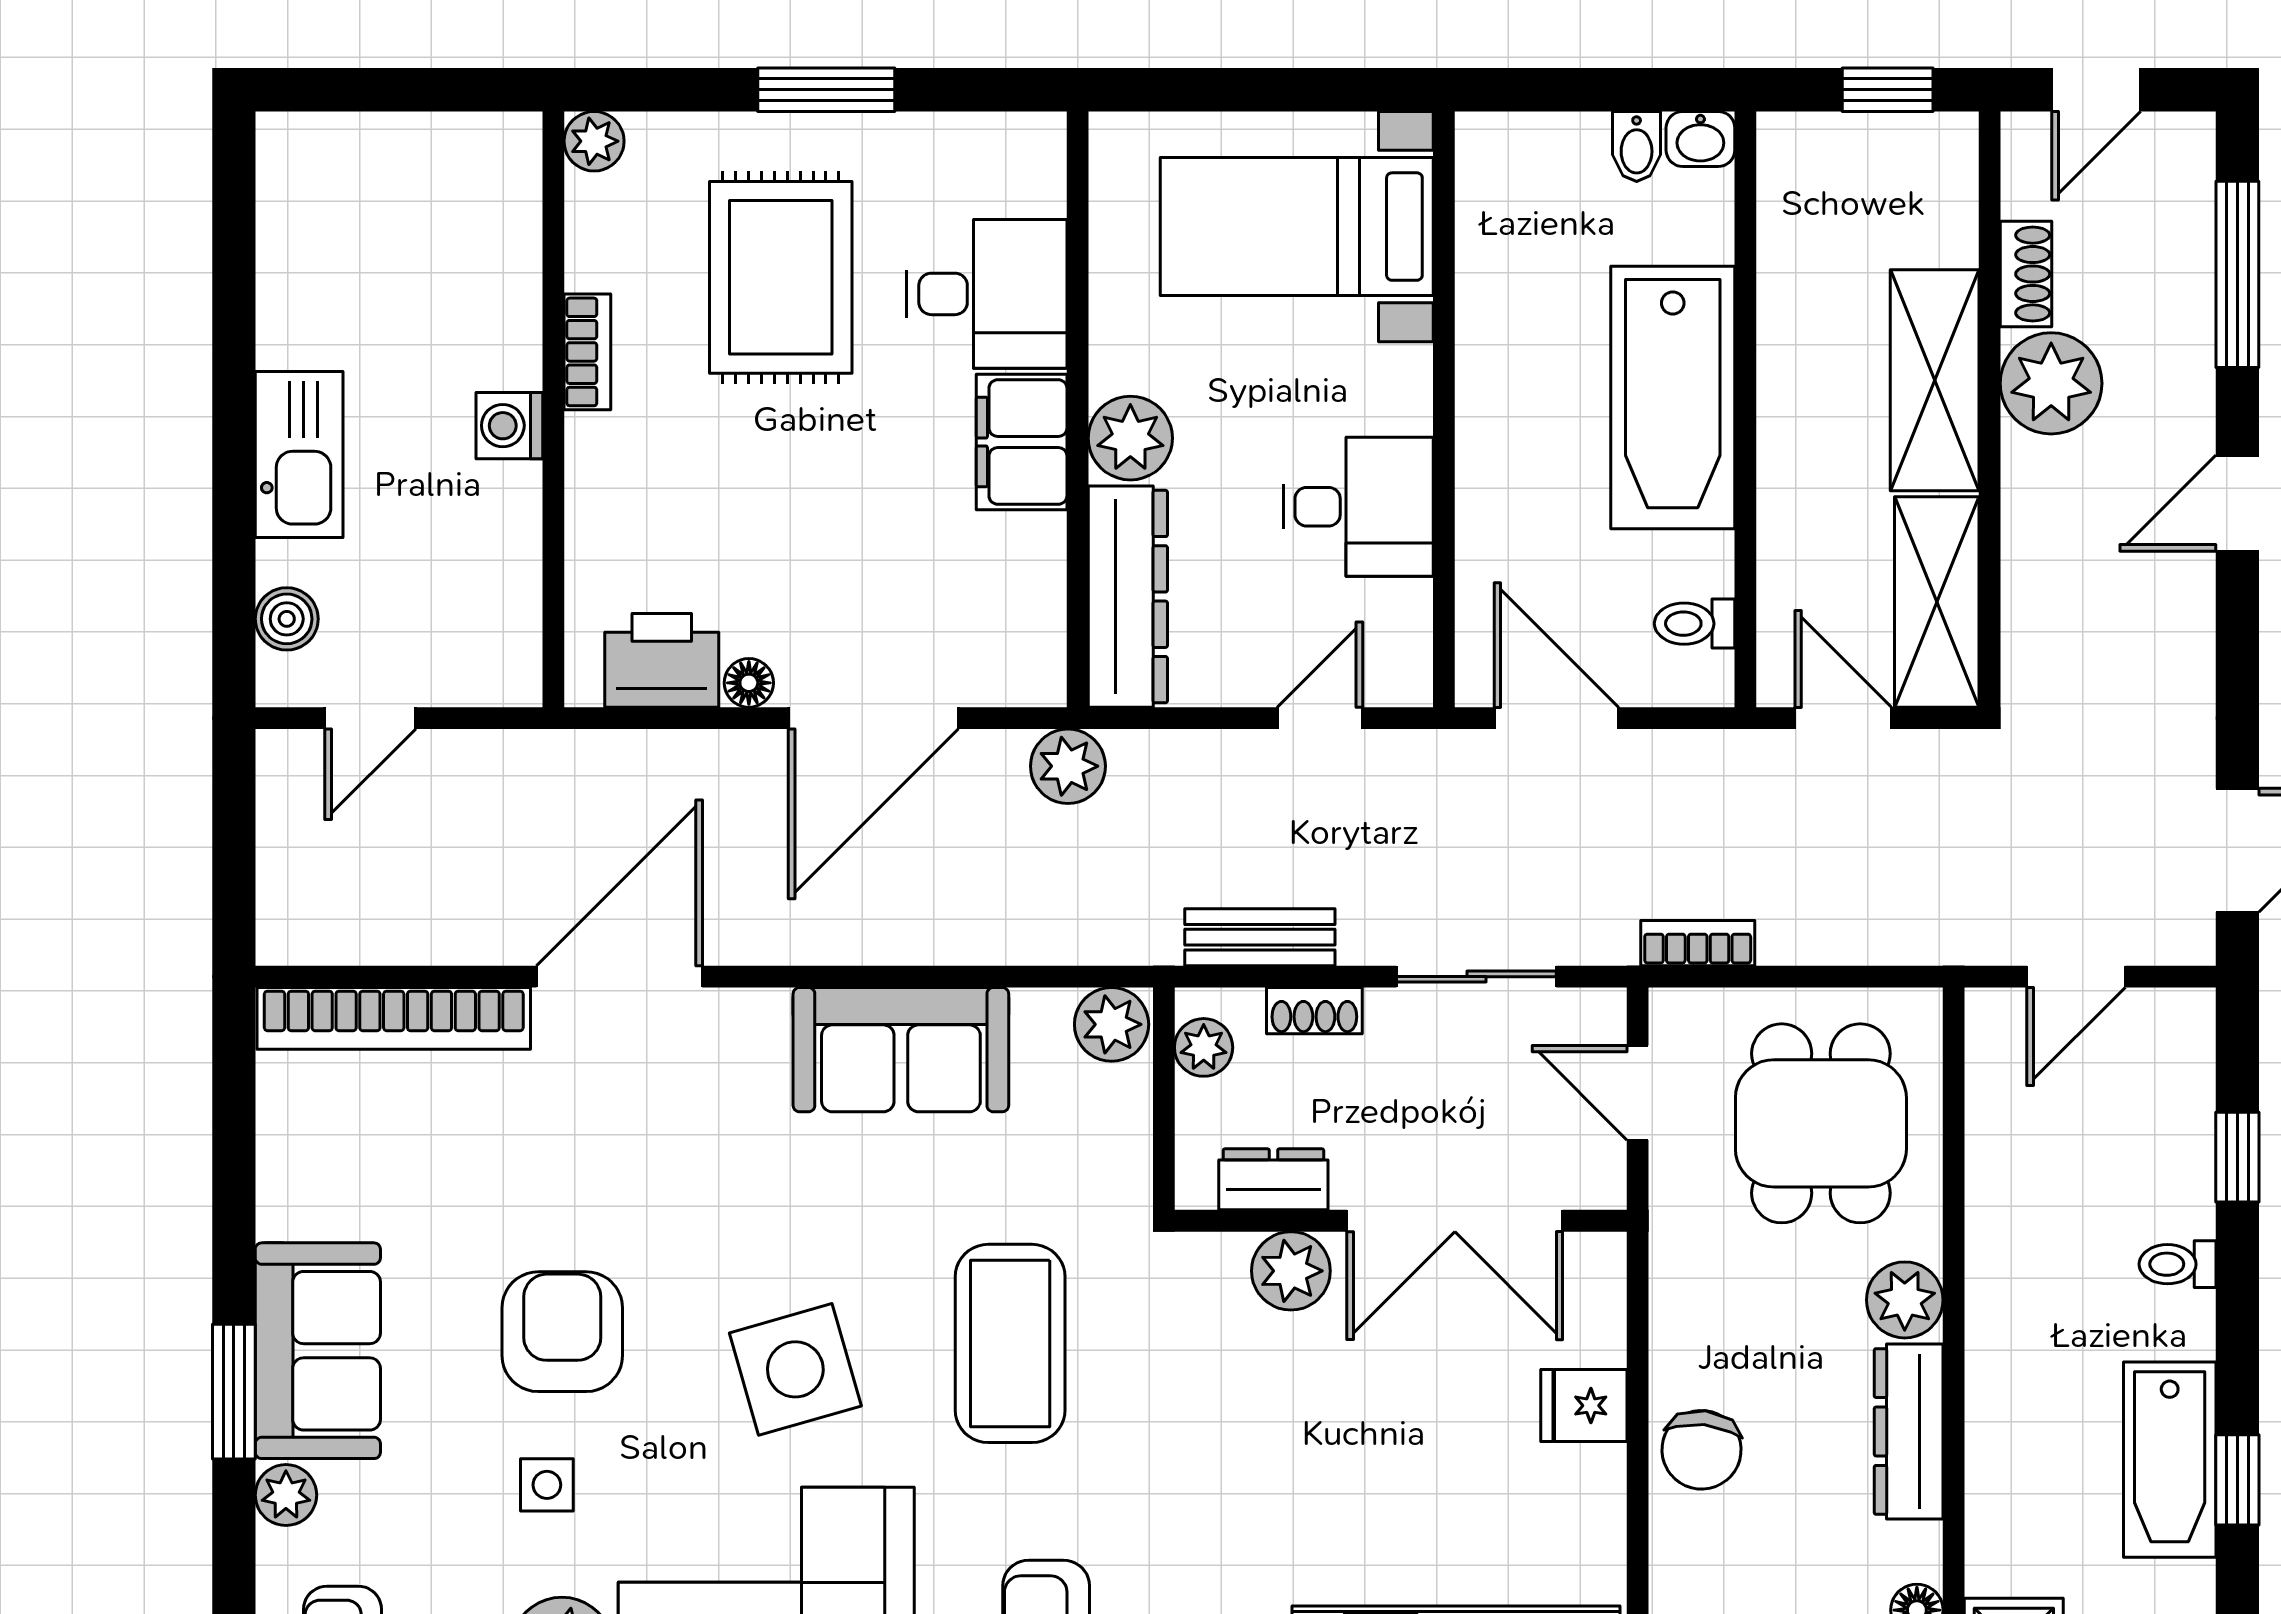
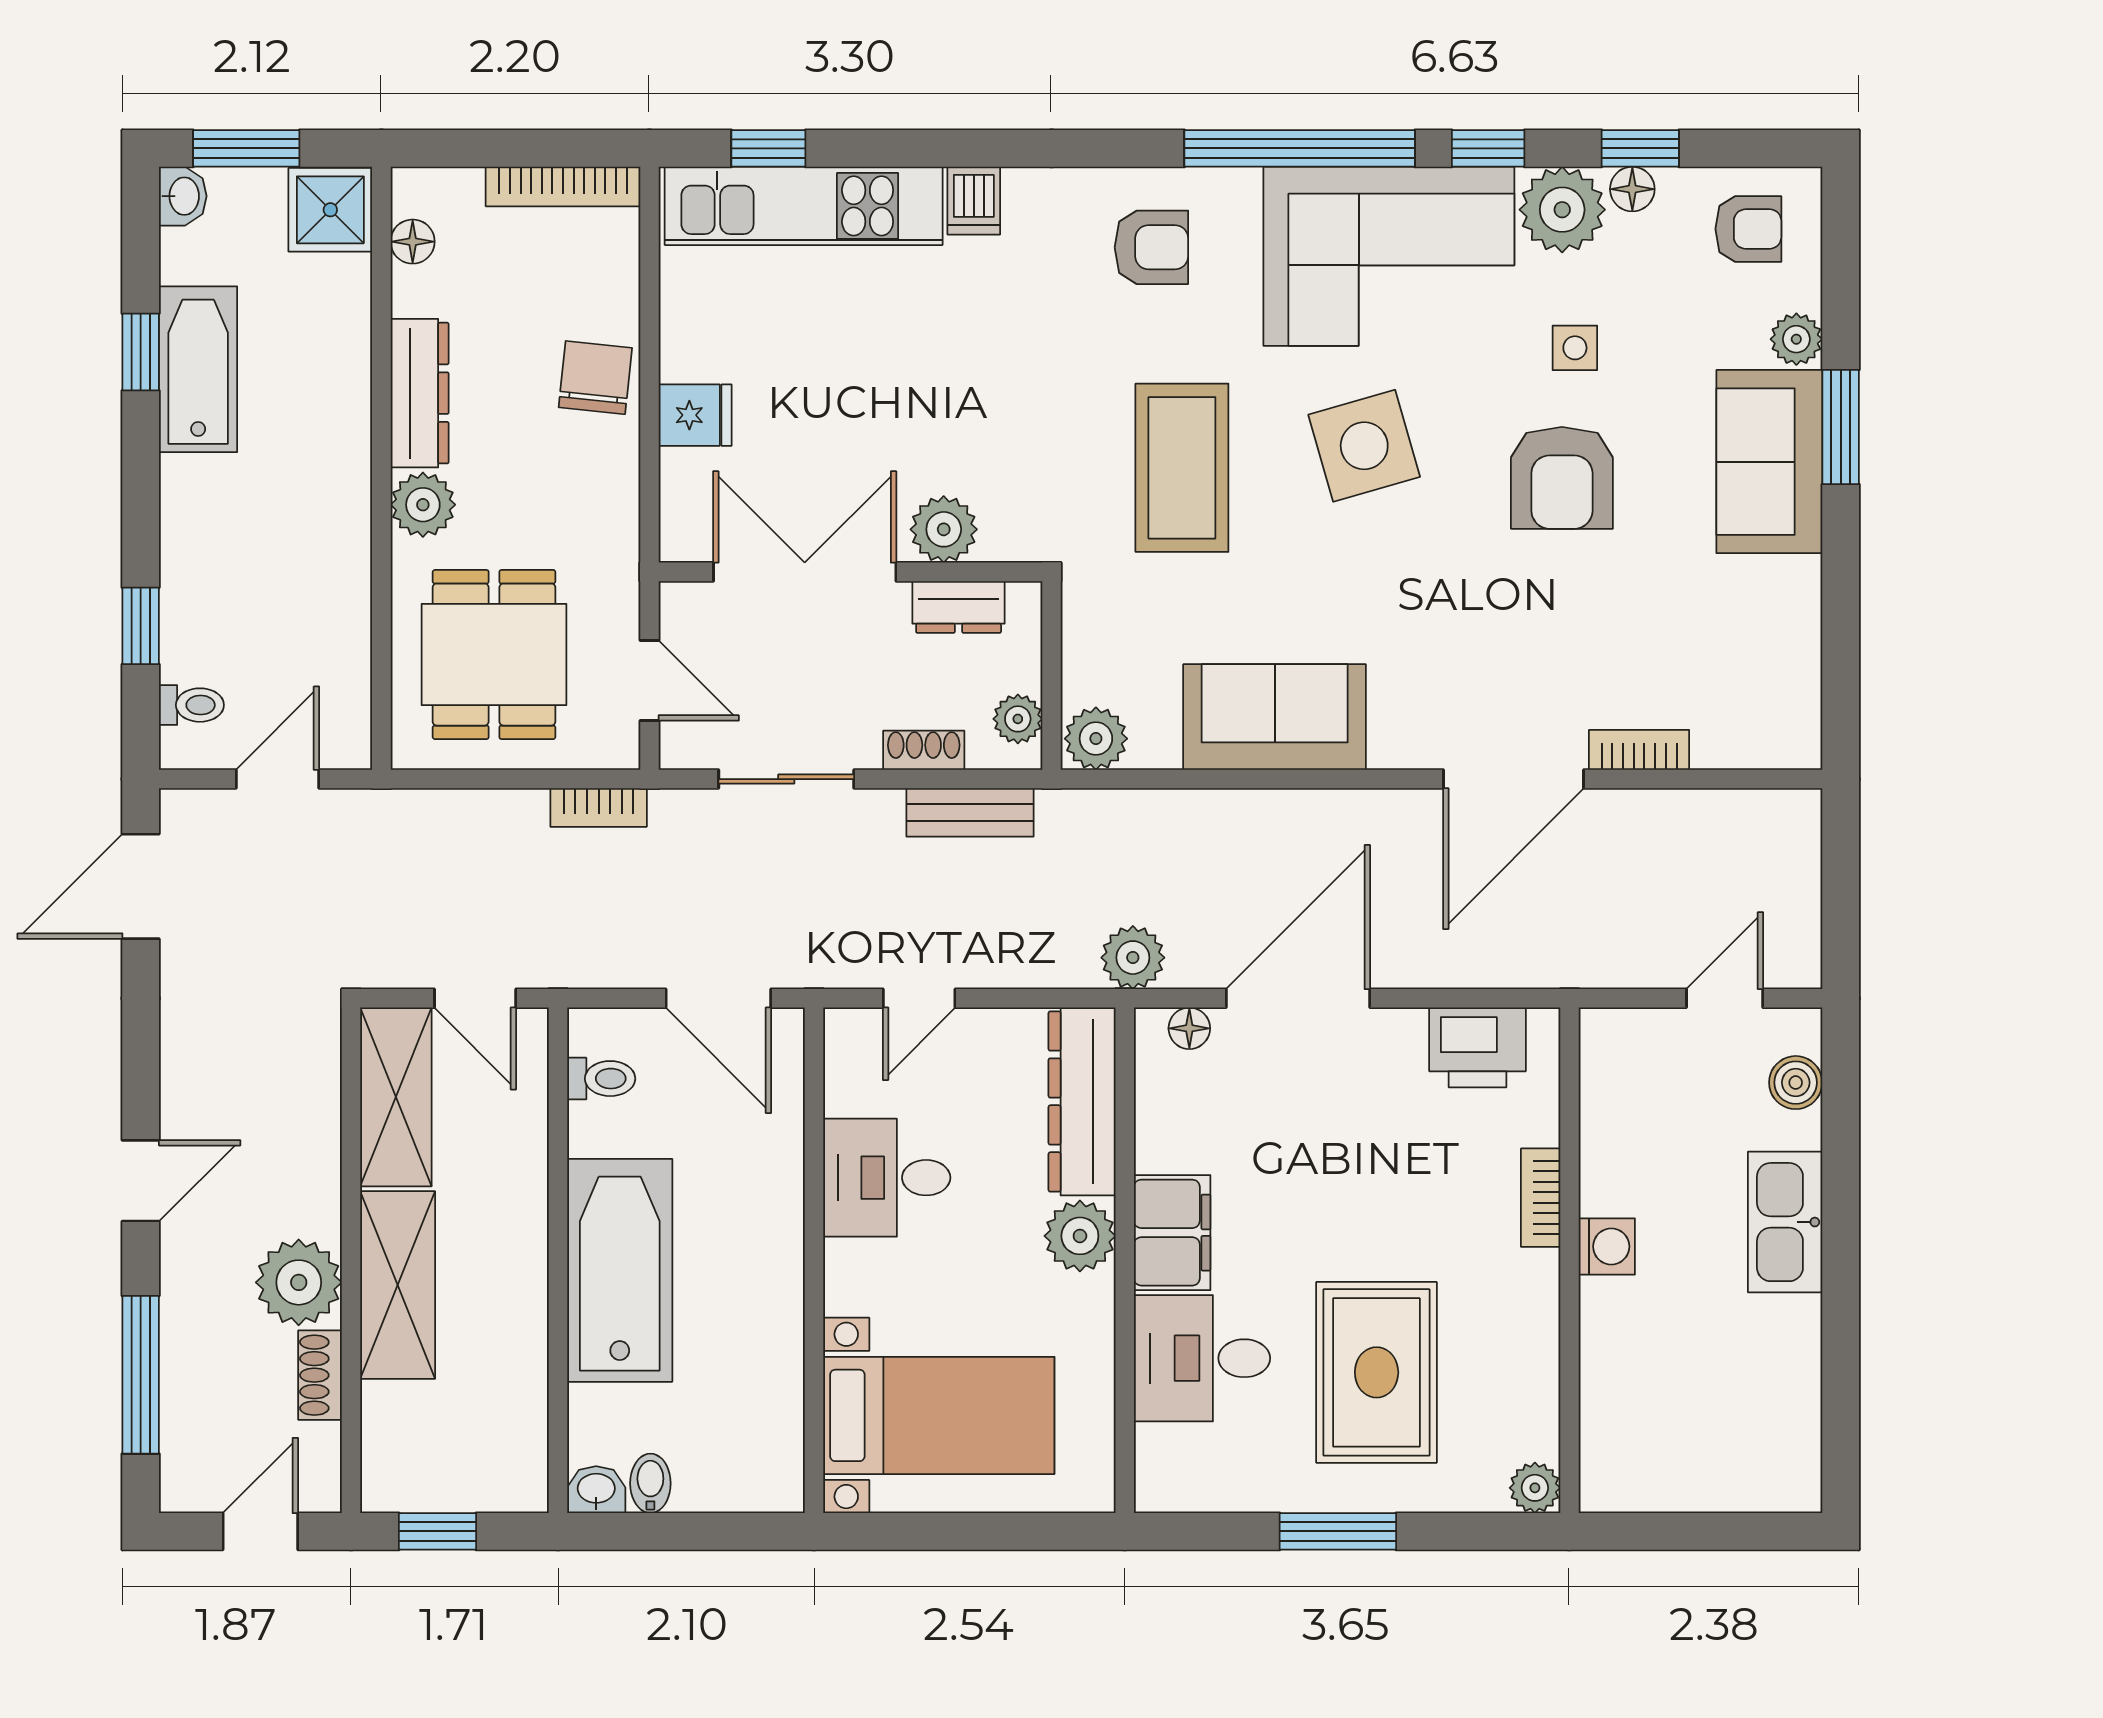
bookcase: (587, 352) -> (1541, 1198), moved
floor lamp: (749, 683) -> (1189, 1028), moved
bookcase: (394, 1018) -> (1639, 750), width x0.43, depth x0.76
toilet: (2178, 1264) -> (191, 705), moved

